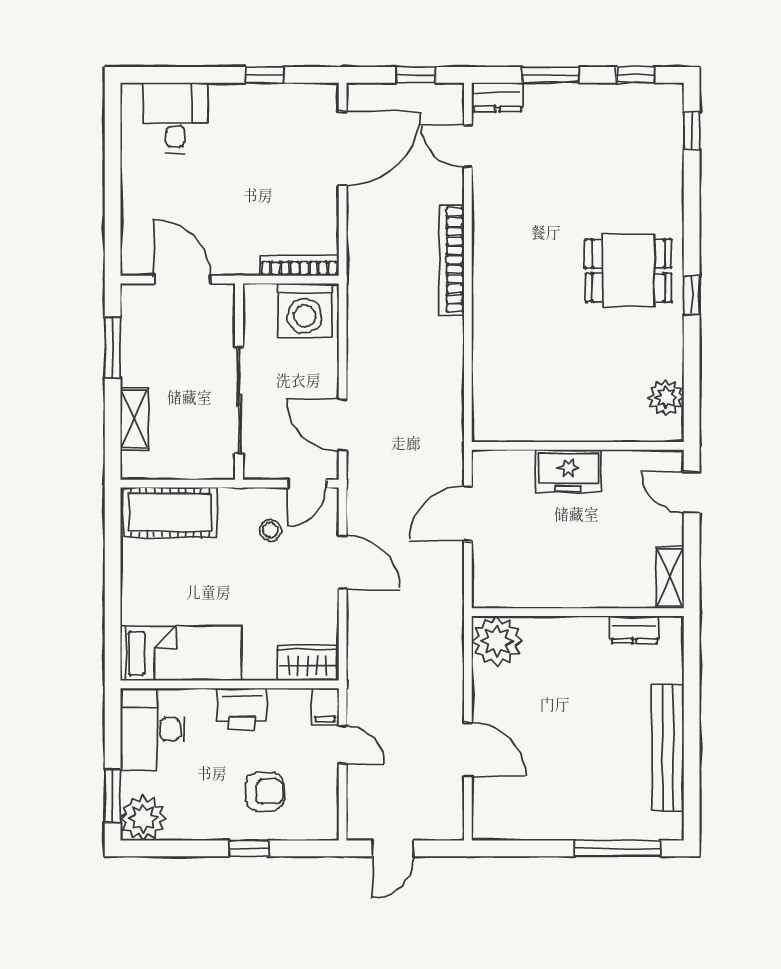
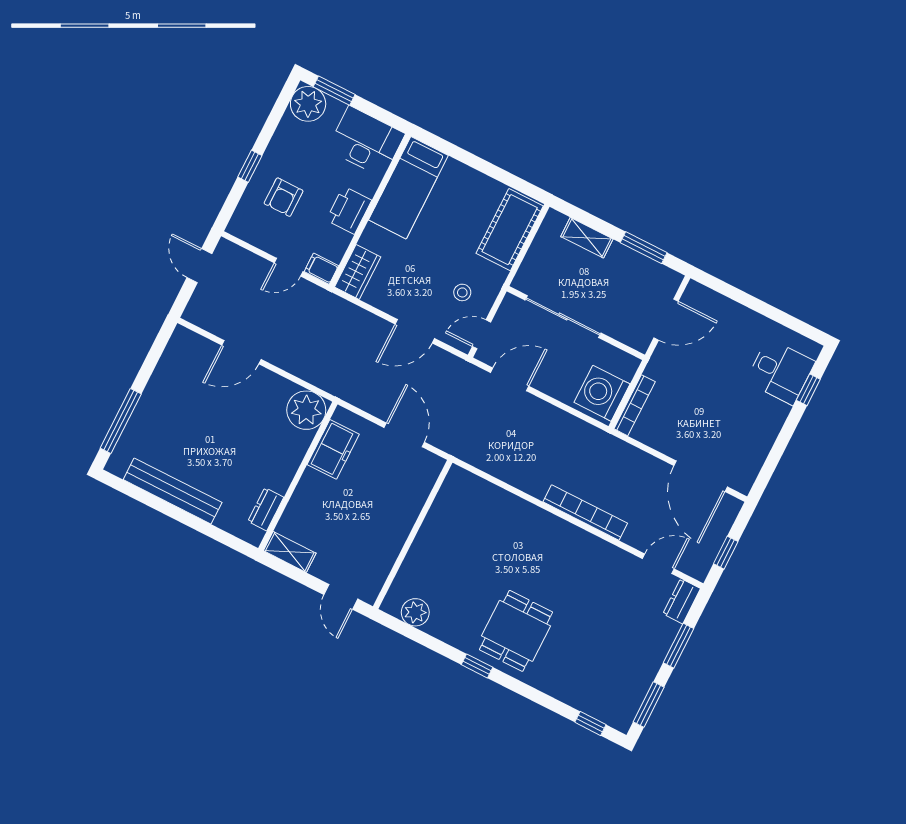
window: (265, 75) -> (808, 390), moved
window: (636, 75) -> (649, 704), width x1.50
freezer: (568, 471) -> (333, 449), moved, turned 180
door: (307, 484) -> (481, 334), hinge flipped
door: (692, 492) -> (341, 597), swing flipped

